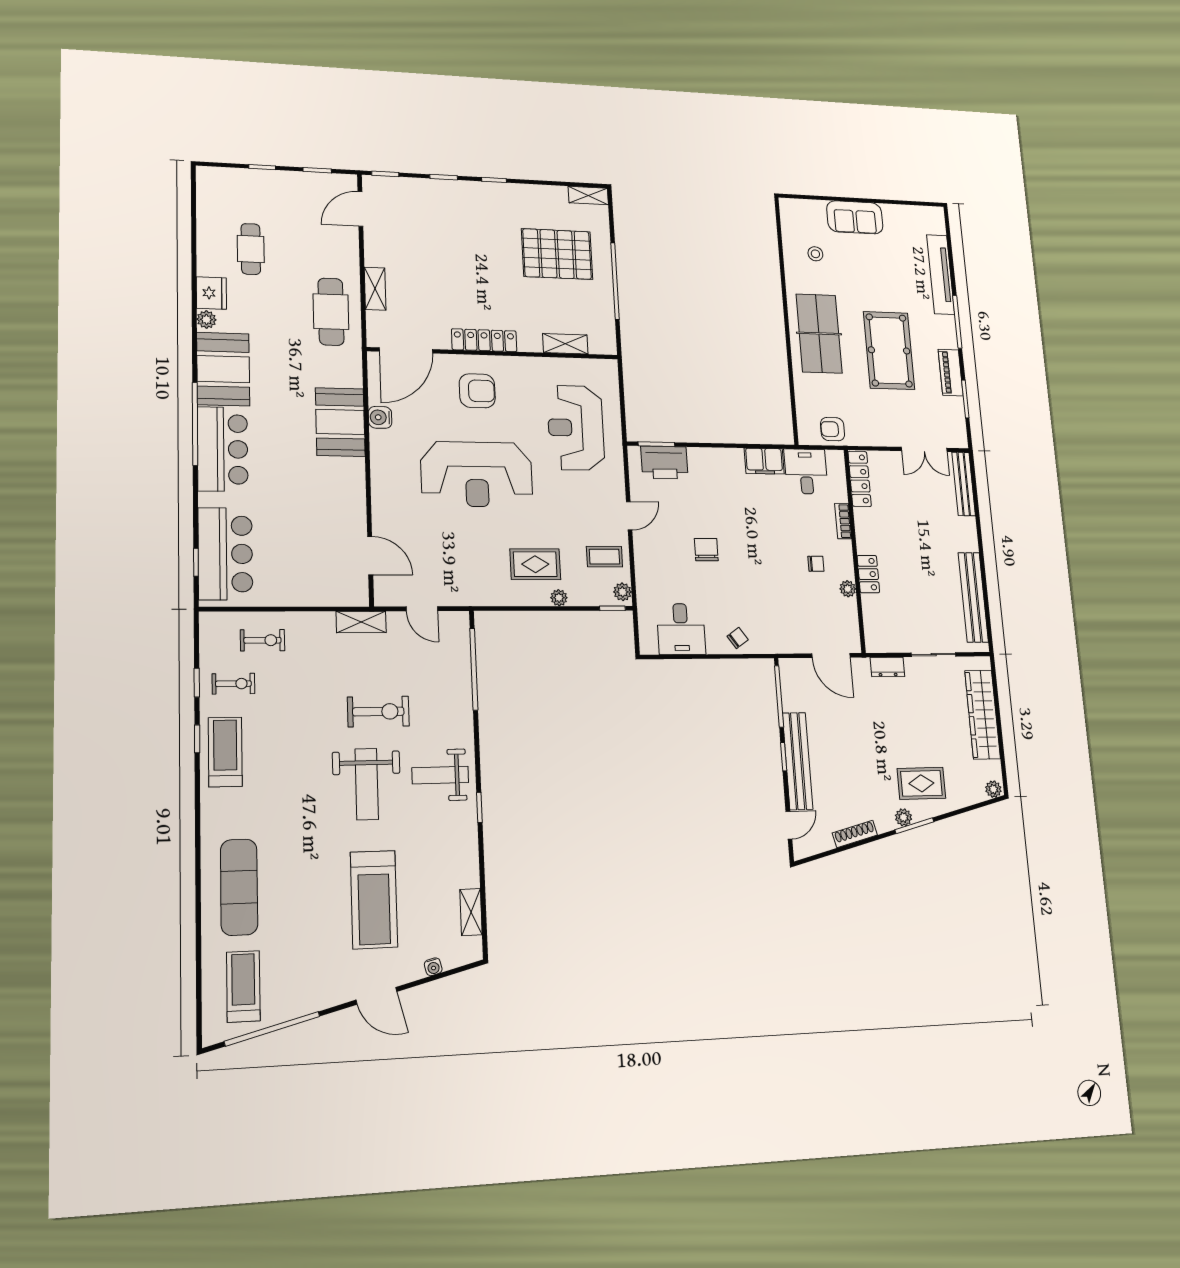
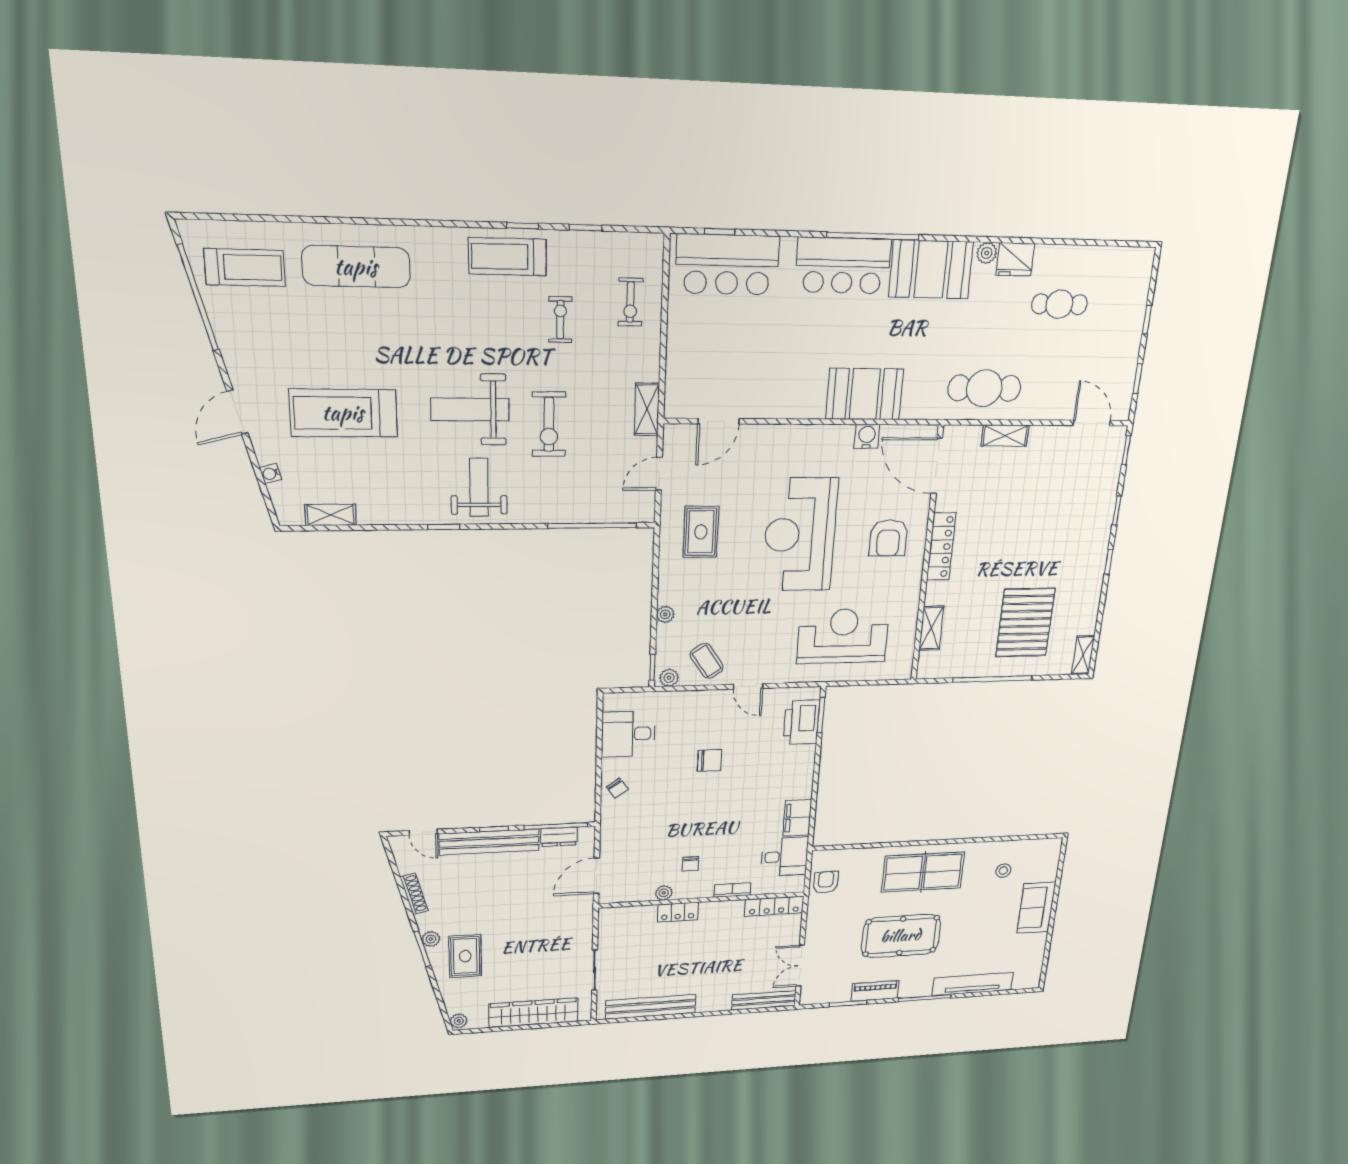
coffee table: (604, 557) -> (707, 661), turned -34
rug: (535, 564) -> (701, 532), moved
dresser: (887, 667) -> (559, 837), moved, turned -90
exercise bike: (233, 684) -> (560, 320), moved, turned 180
treadmill: (225, 752) -> (507, 257), turned 180

